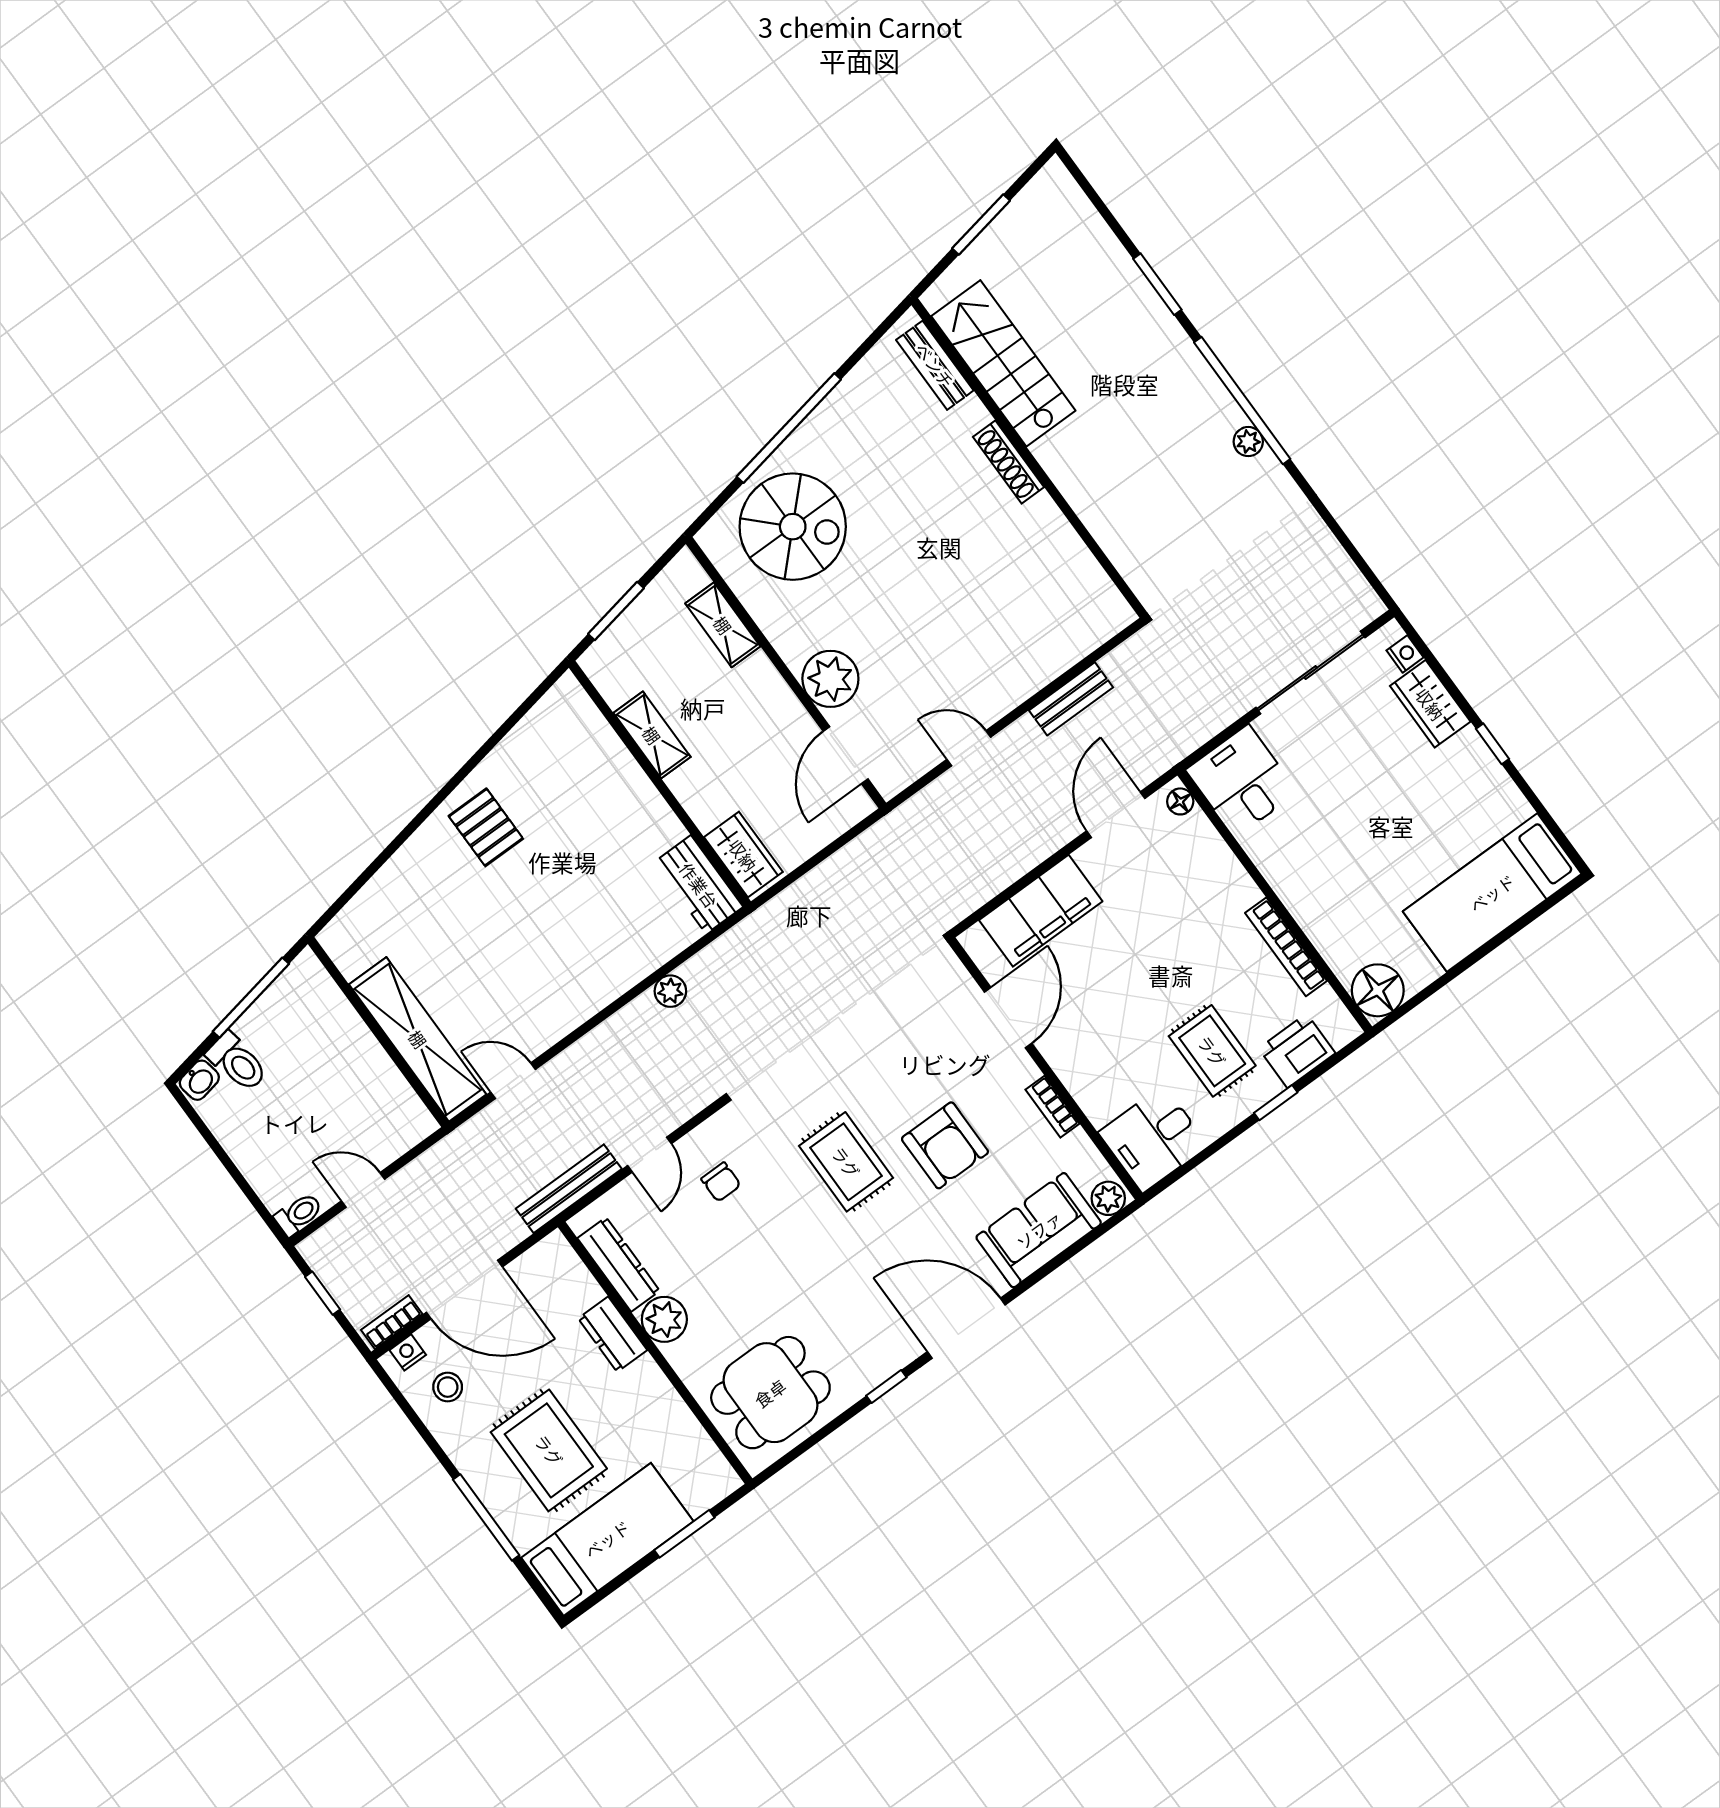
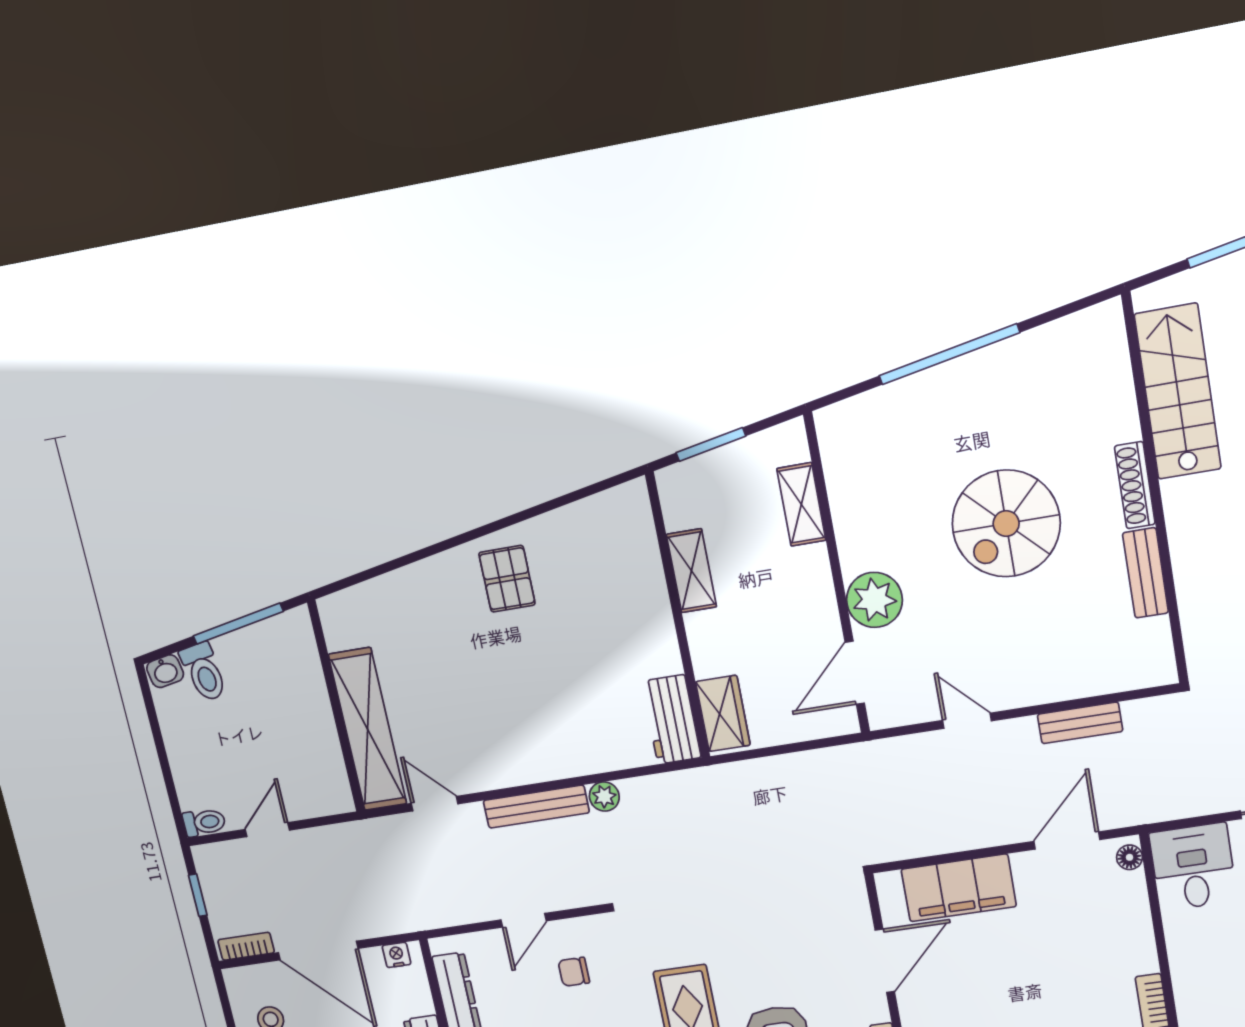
bench: (935, 365) -> (1146, 573), moved
spiral stairs: (793, 527) -> (1006, 524), moved, turned 90
chair: (721, 1182) -> (574, 972), turned 90
bench: (569, 1189) -> (536, 807), moved
door: (363, 1190) -> (267, 830), hinge flipped
nightstand: (408, 1352) -> (397, 955), moved

